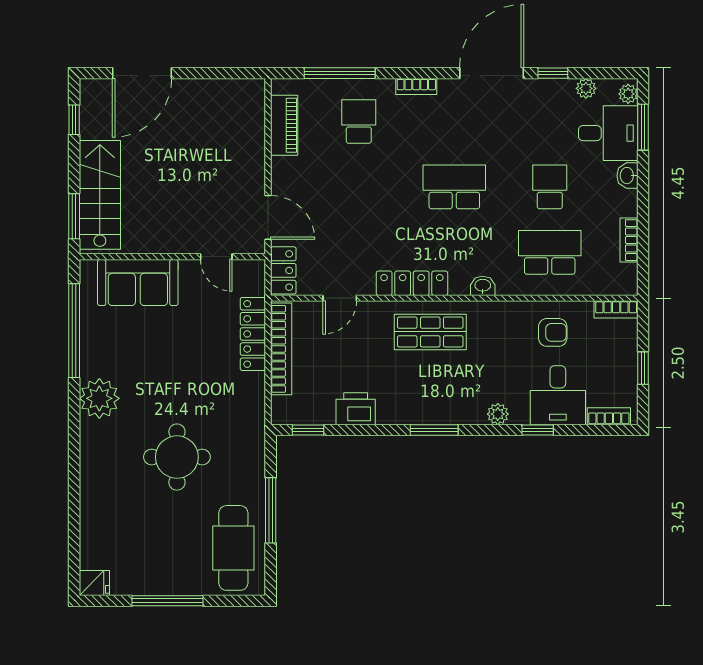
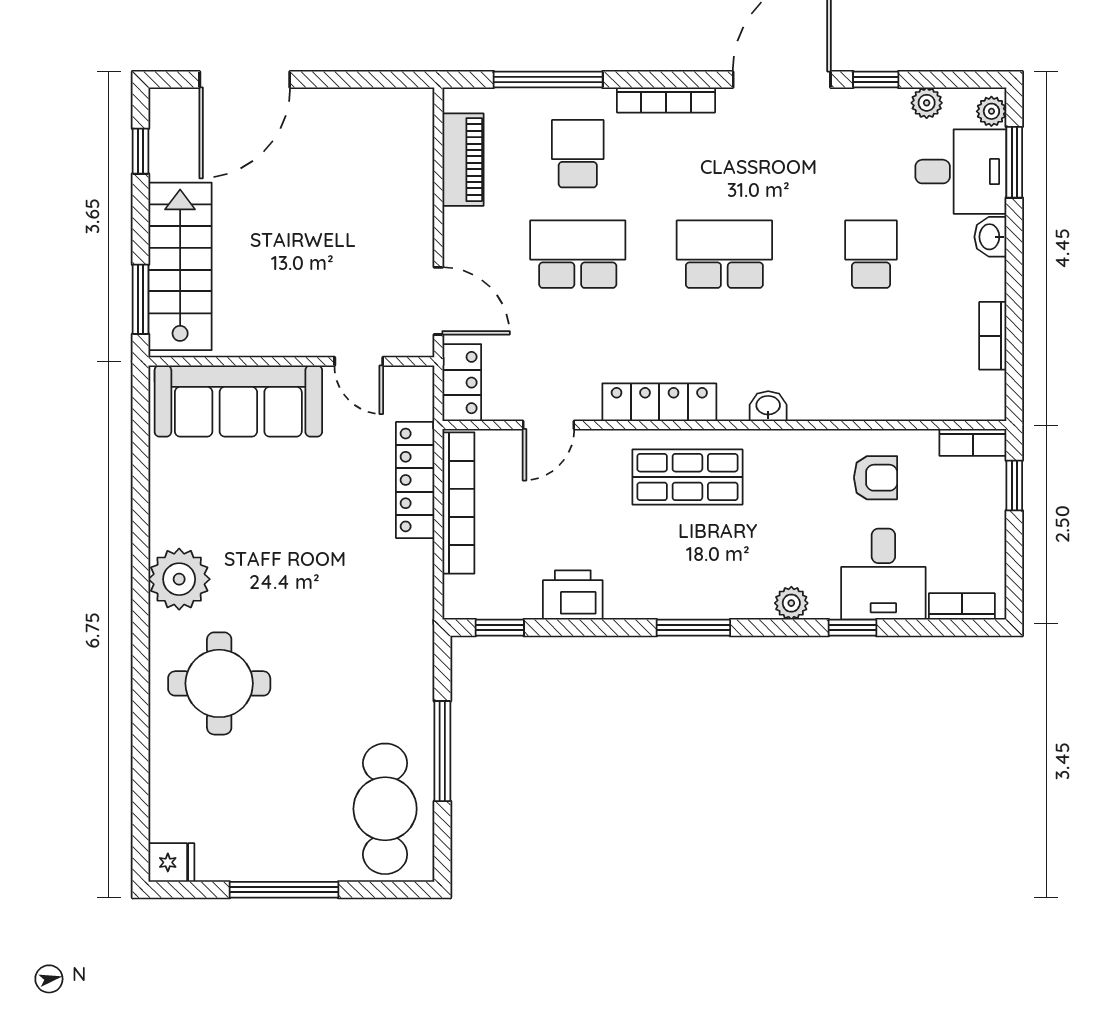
bookcase: (416, 86) -> (666, 100), width x1.56
school desk: (550, 252) -> (578, 254), moved
sofa: (138, 283) -> (238, 401), width x1.36
window: (74, 331) -> (140, 475), removed
window: (643, 368) -> (1014, 486), moved
round table: (177, 457) -> (219, 683), moved

